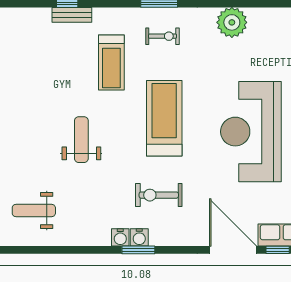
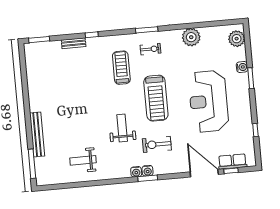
bench: (72, 15) -> (74, 43), moved
treadmill: (111, 62) -> (121, 68), turned 180
treadmill: (164, 118) -> (156, 98), turned 180
weight bench: (81, 140) -> (122, 128), moved

